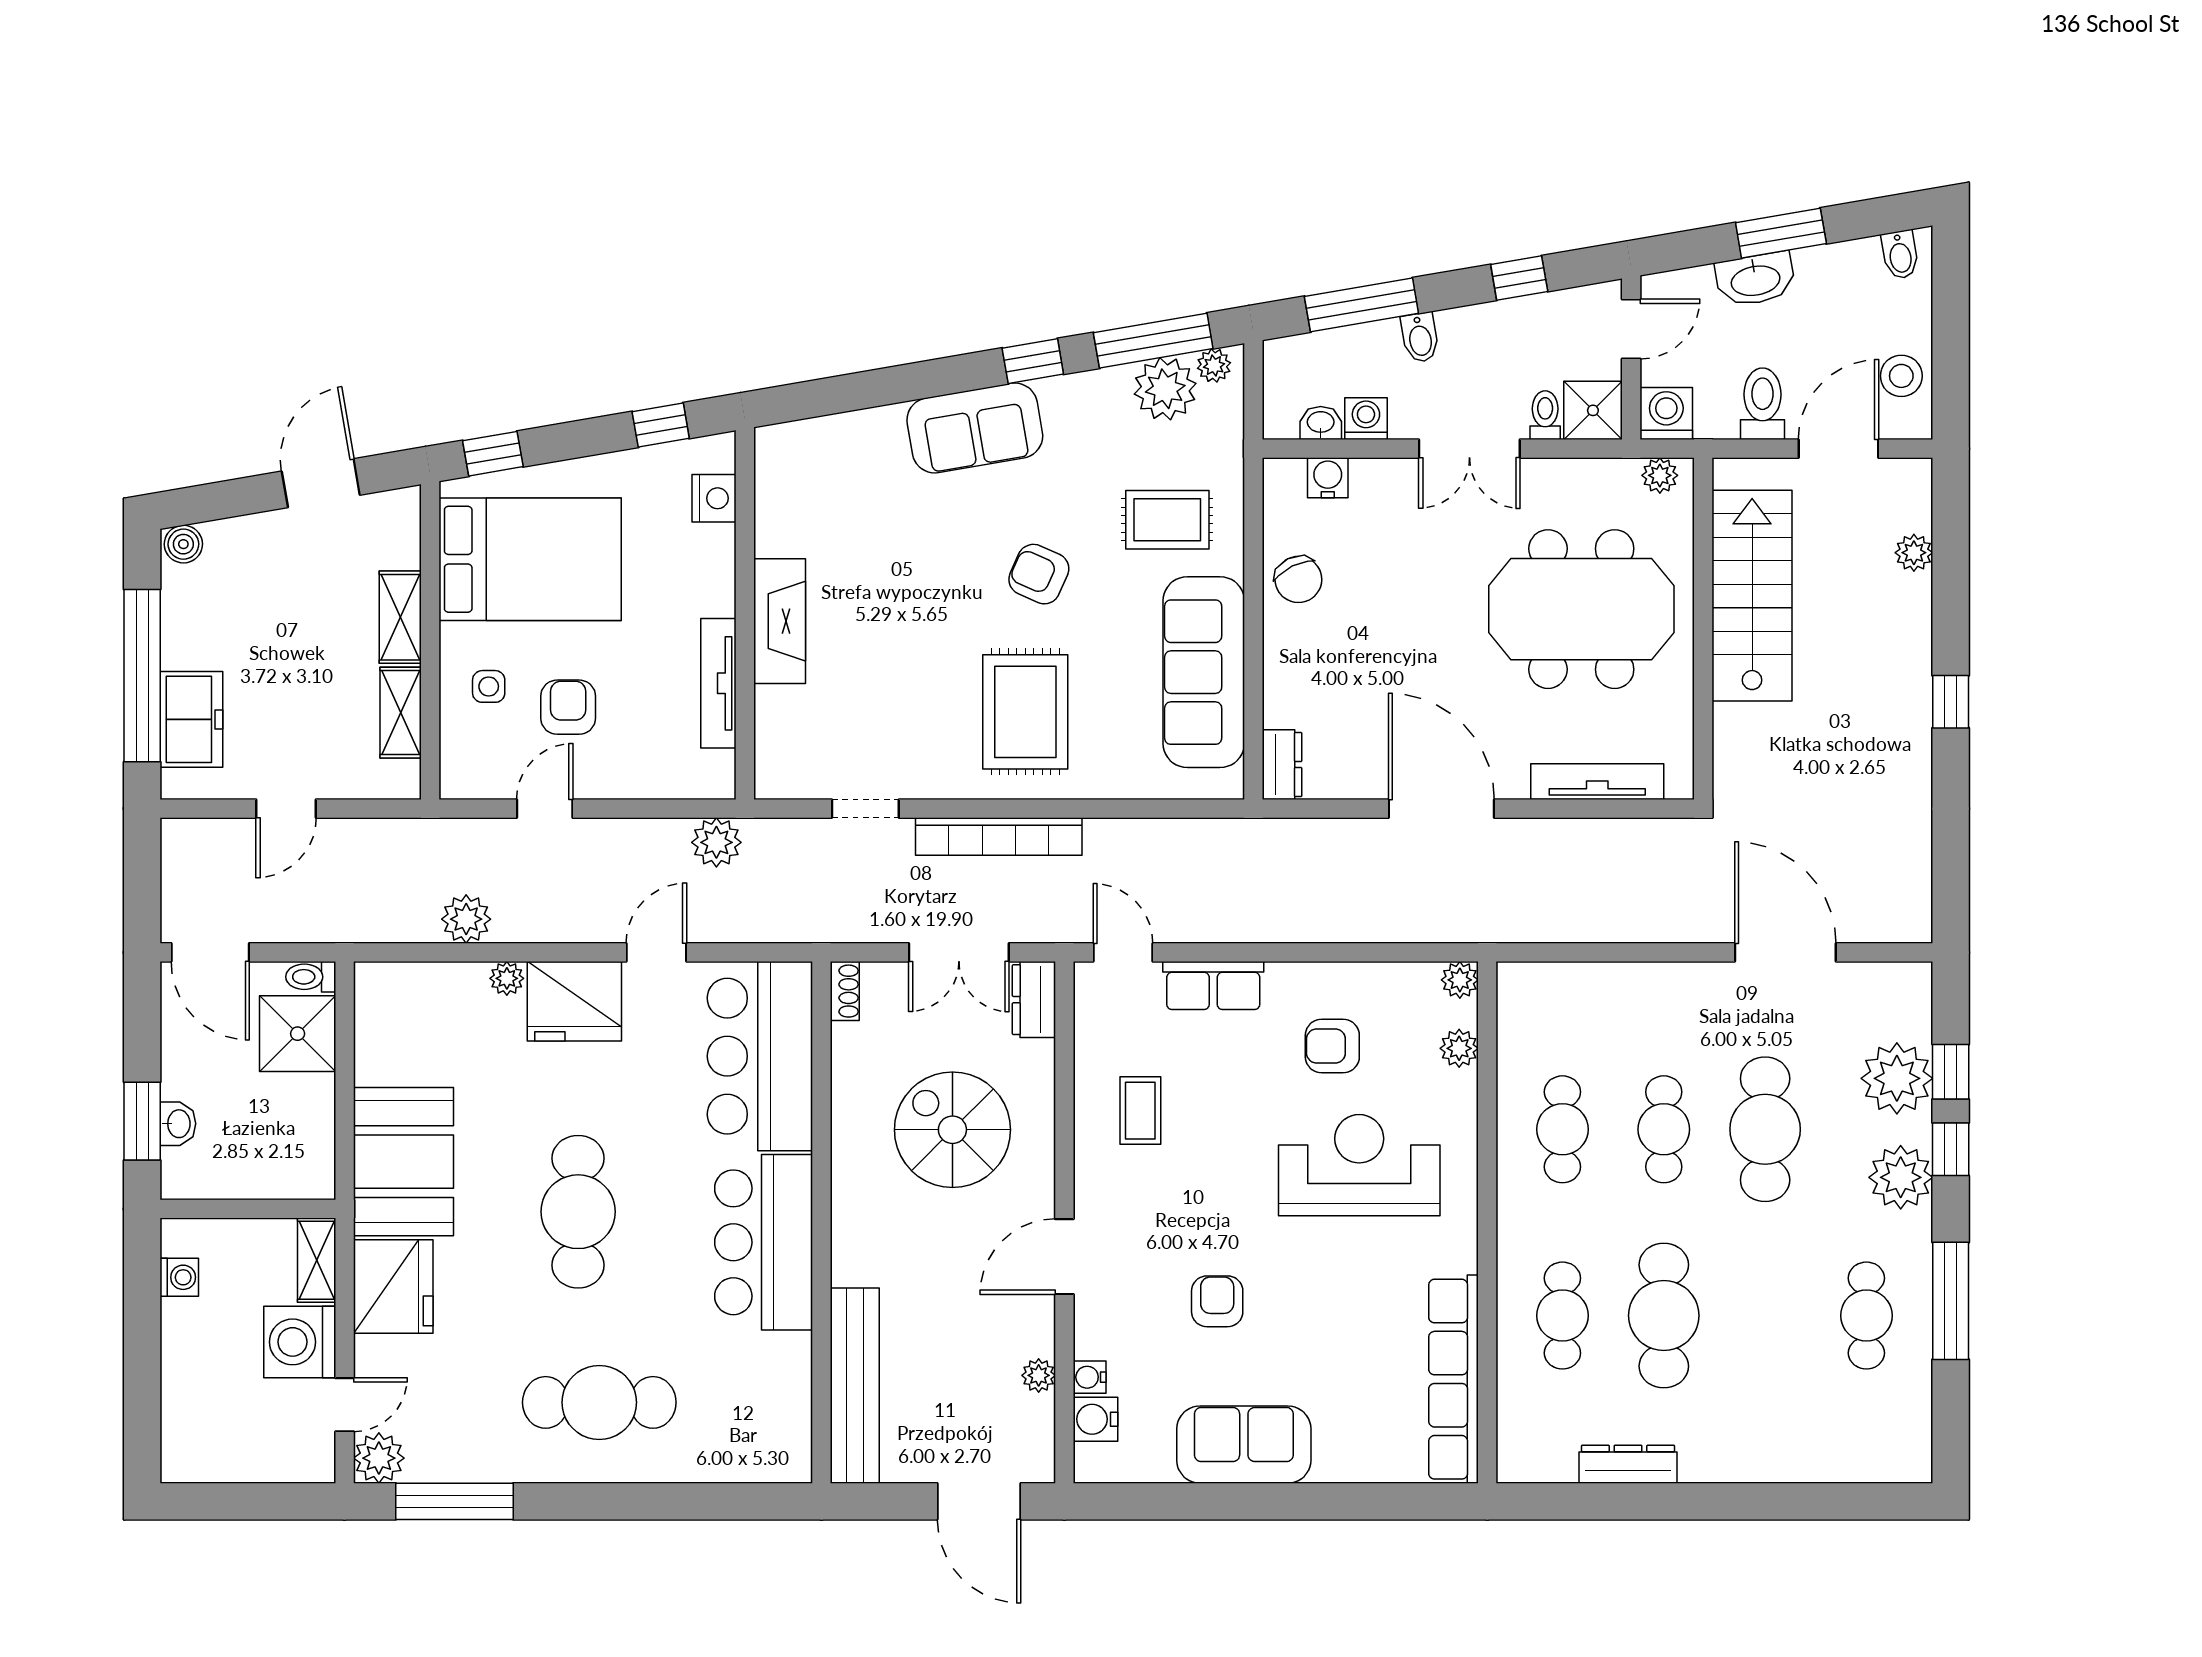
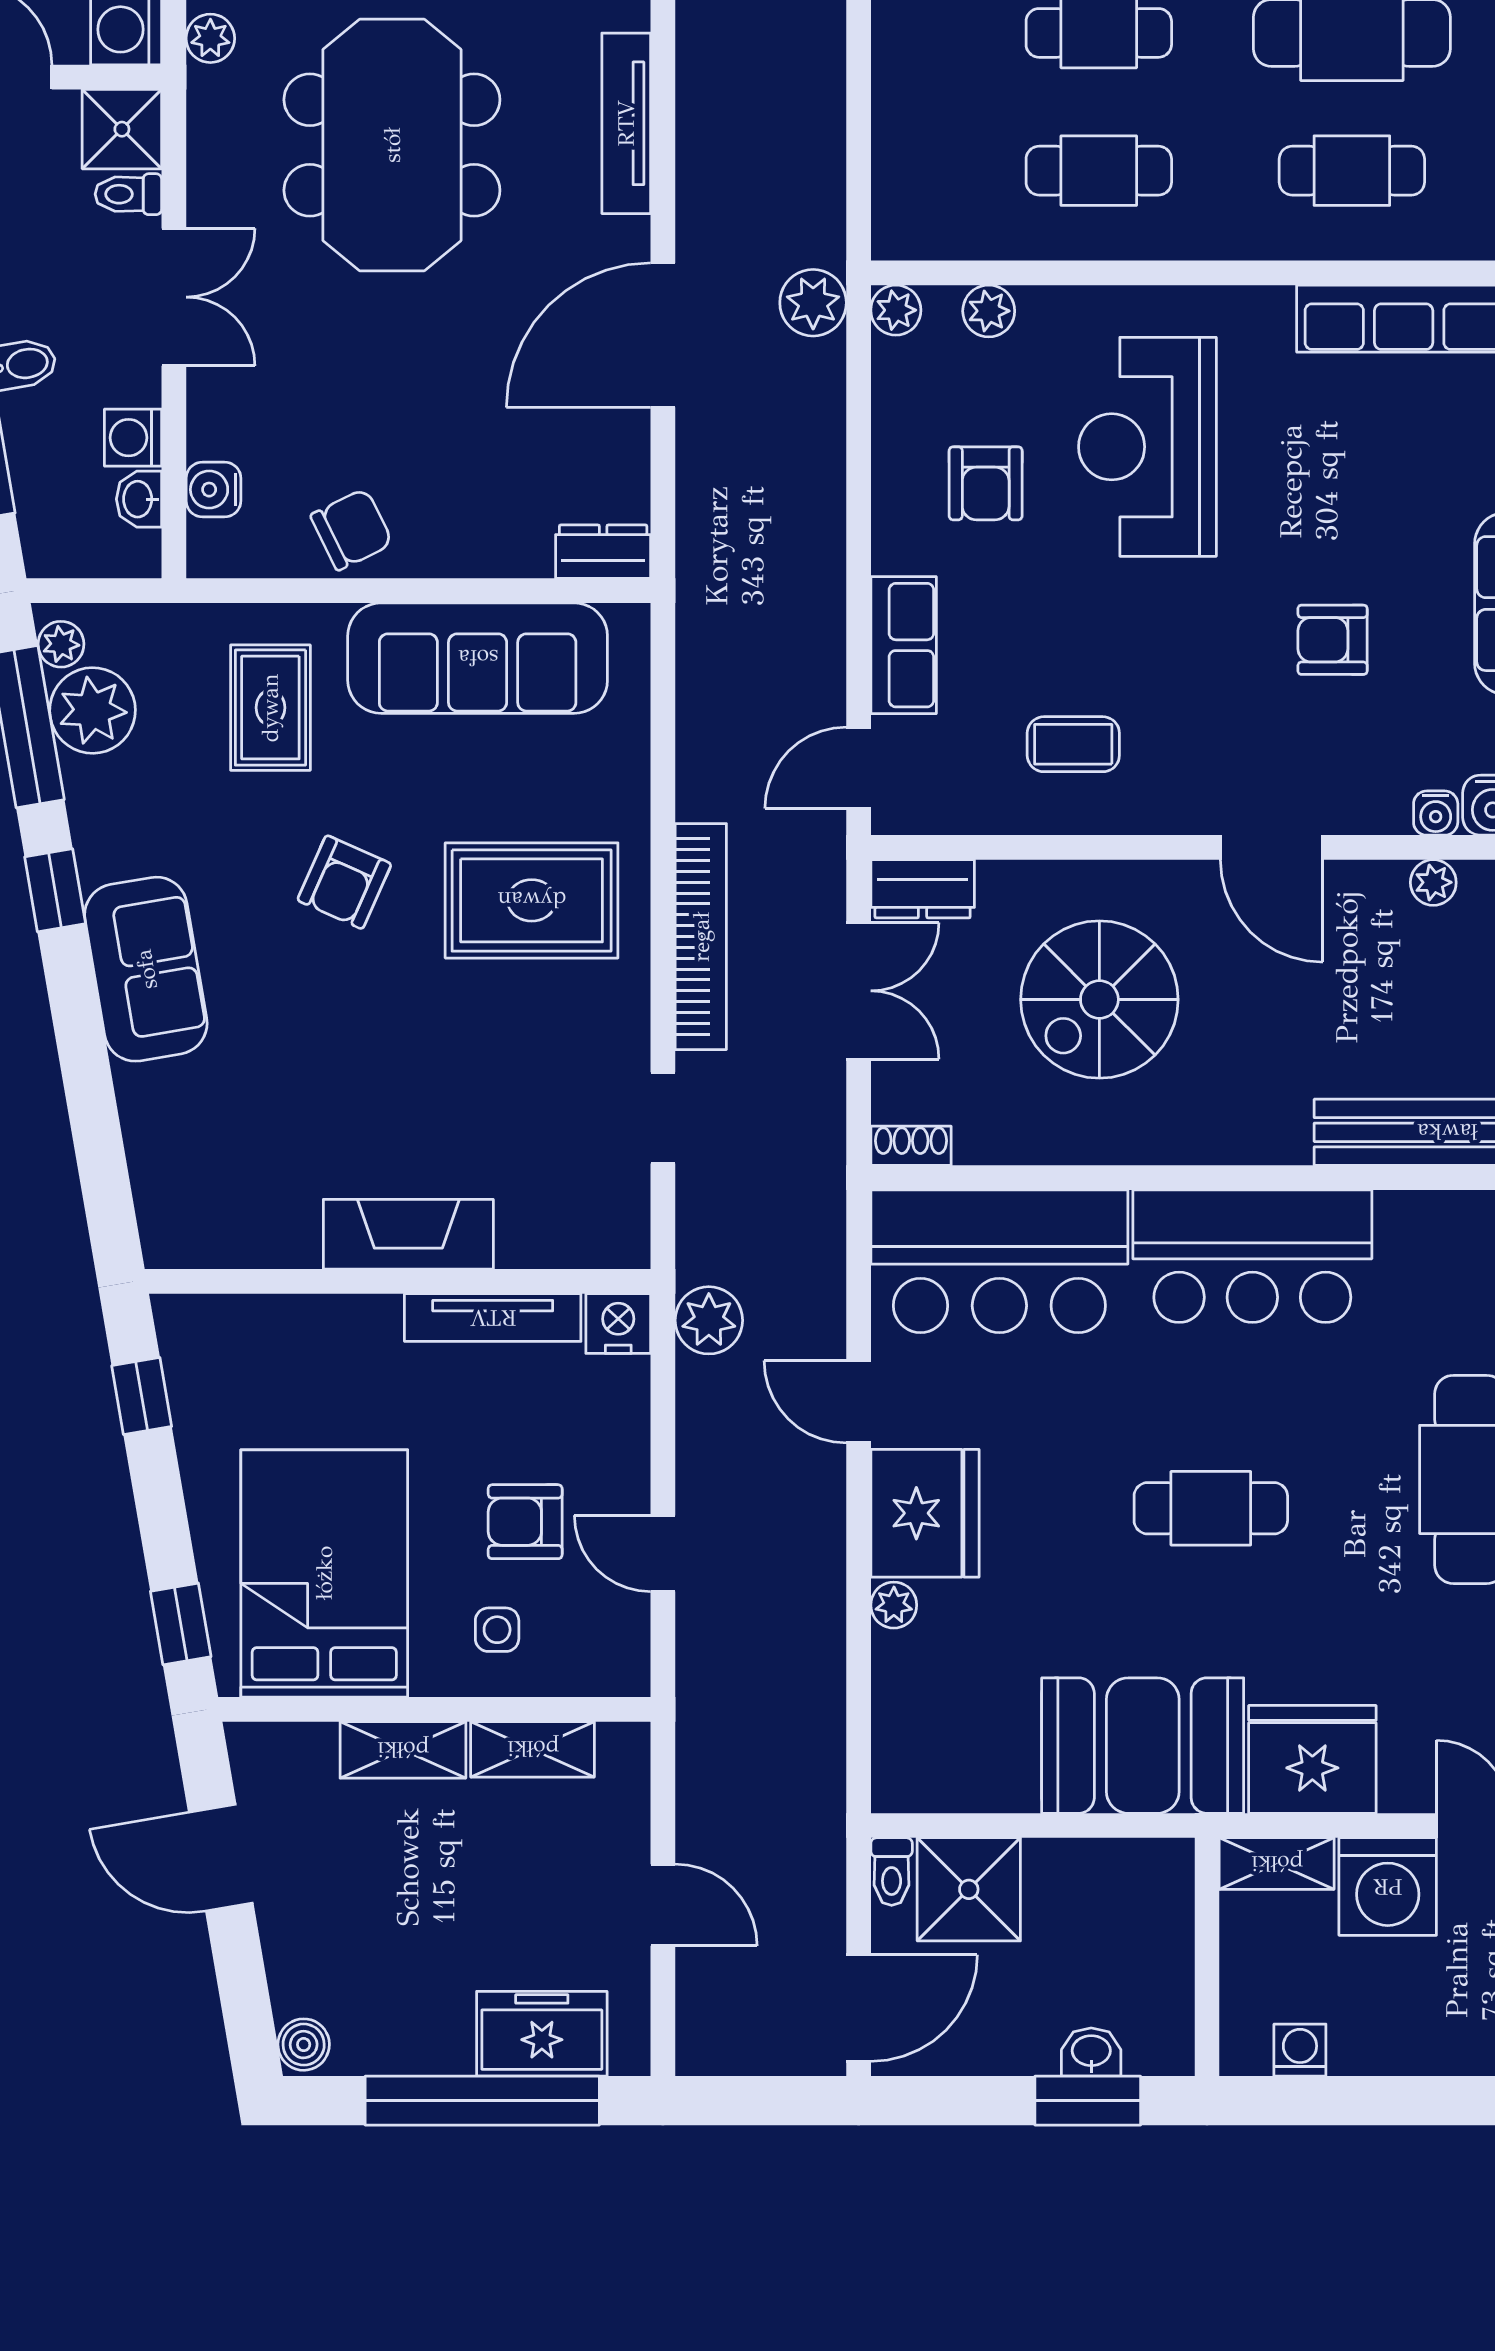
nightstand: (714, 498) -> (618, 1324), moved
plant: (466, 919) -> (813, 303), moved
cafe table: (578, 1212) -> (1211, 1508), width x0.73, depth x0.74

